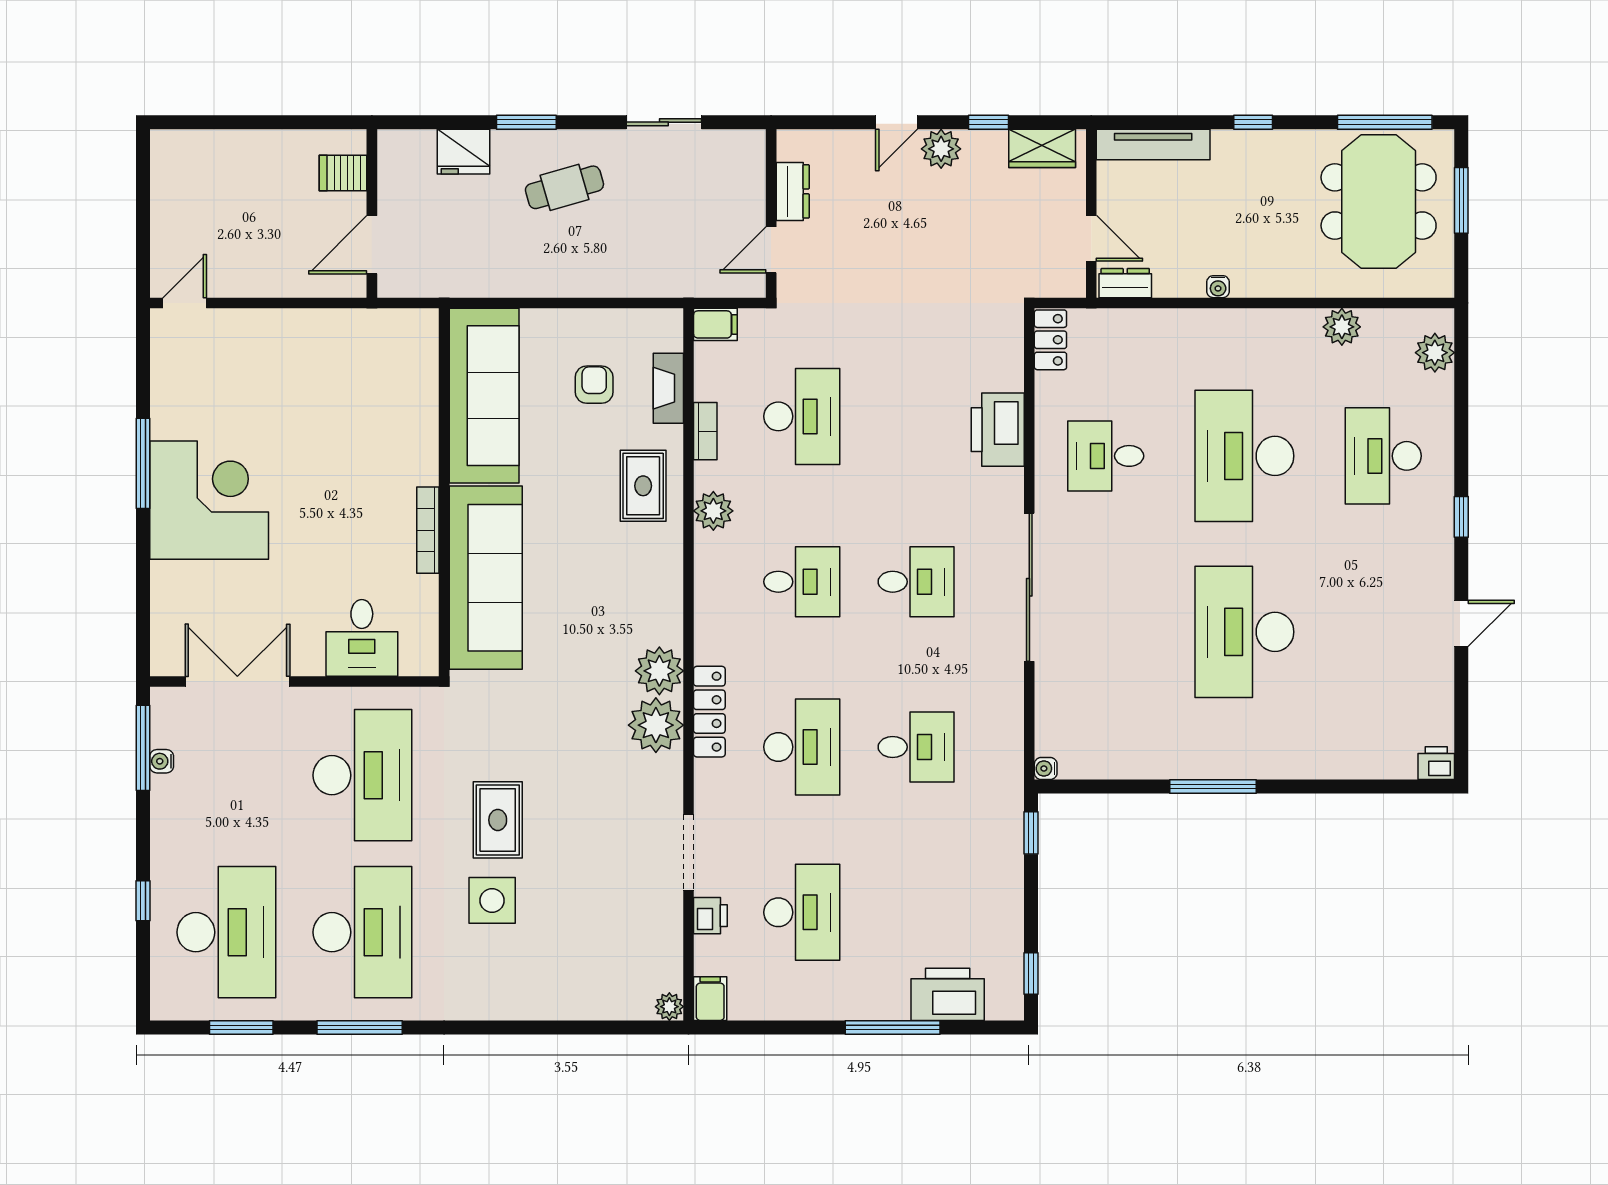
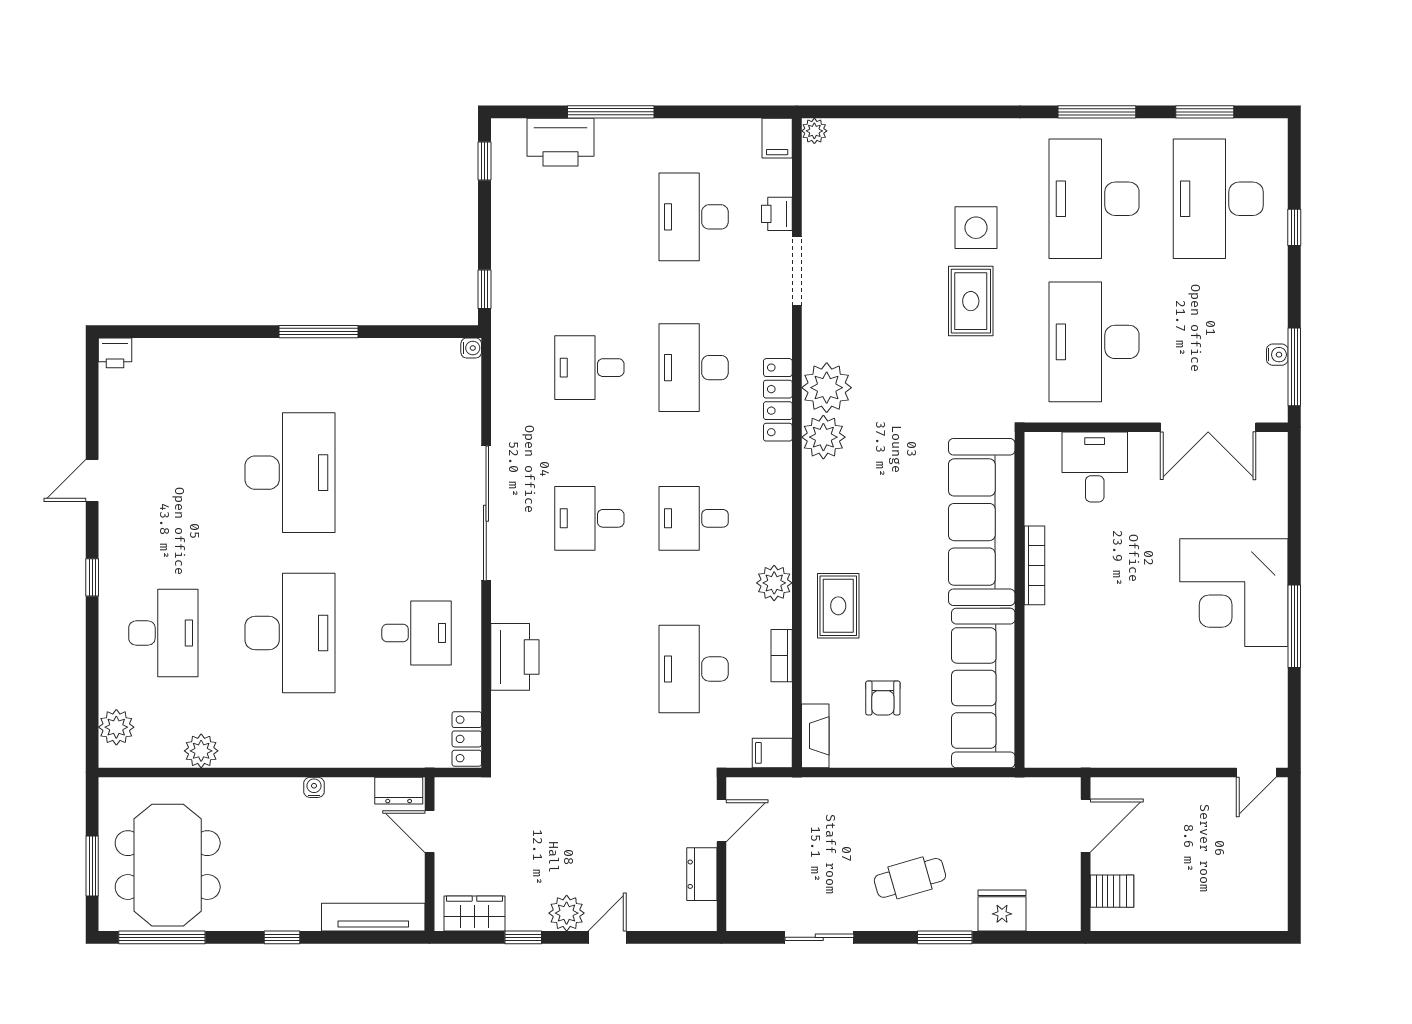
fireplace: (668, 388) -> (815, 736), moved

